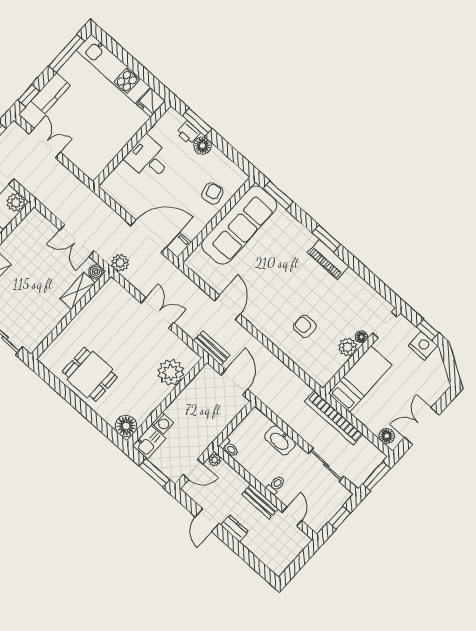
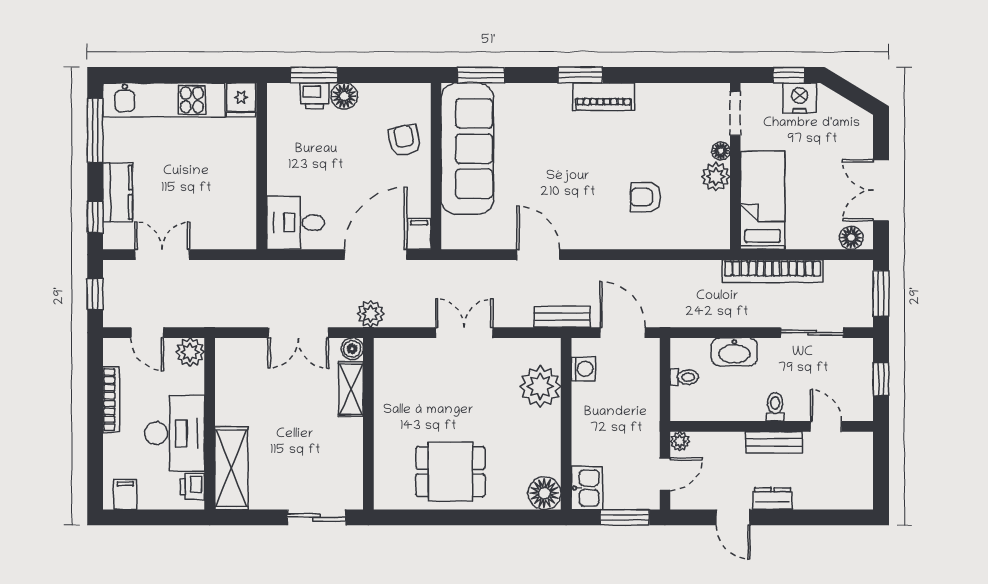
desk: (148, 158) -> (296, 223), moved
washing machine: (163, 423) -> (583, 369), moved
toilet: (229, 448) -> (684, 377), moved

